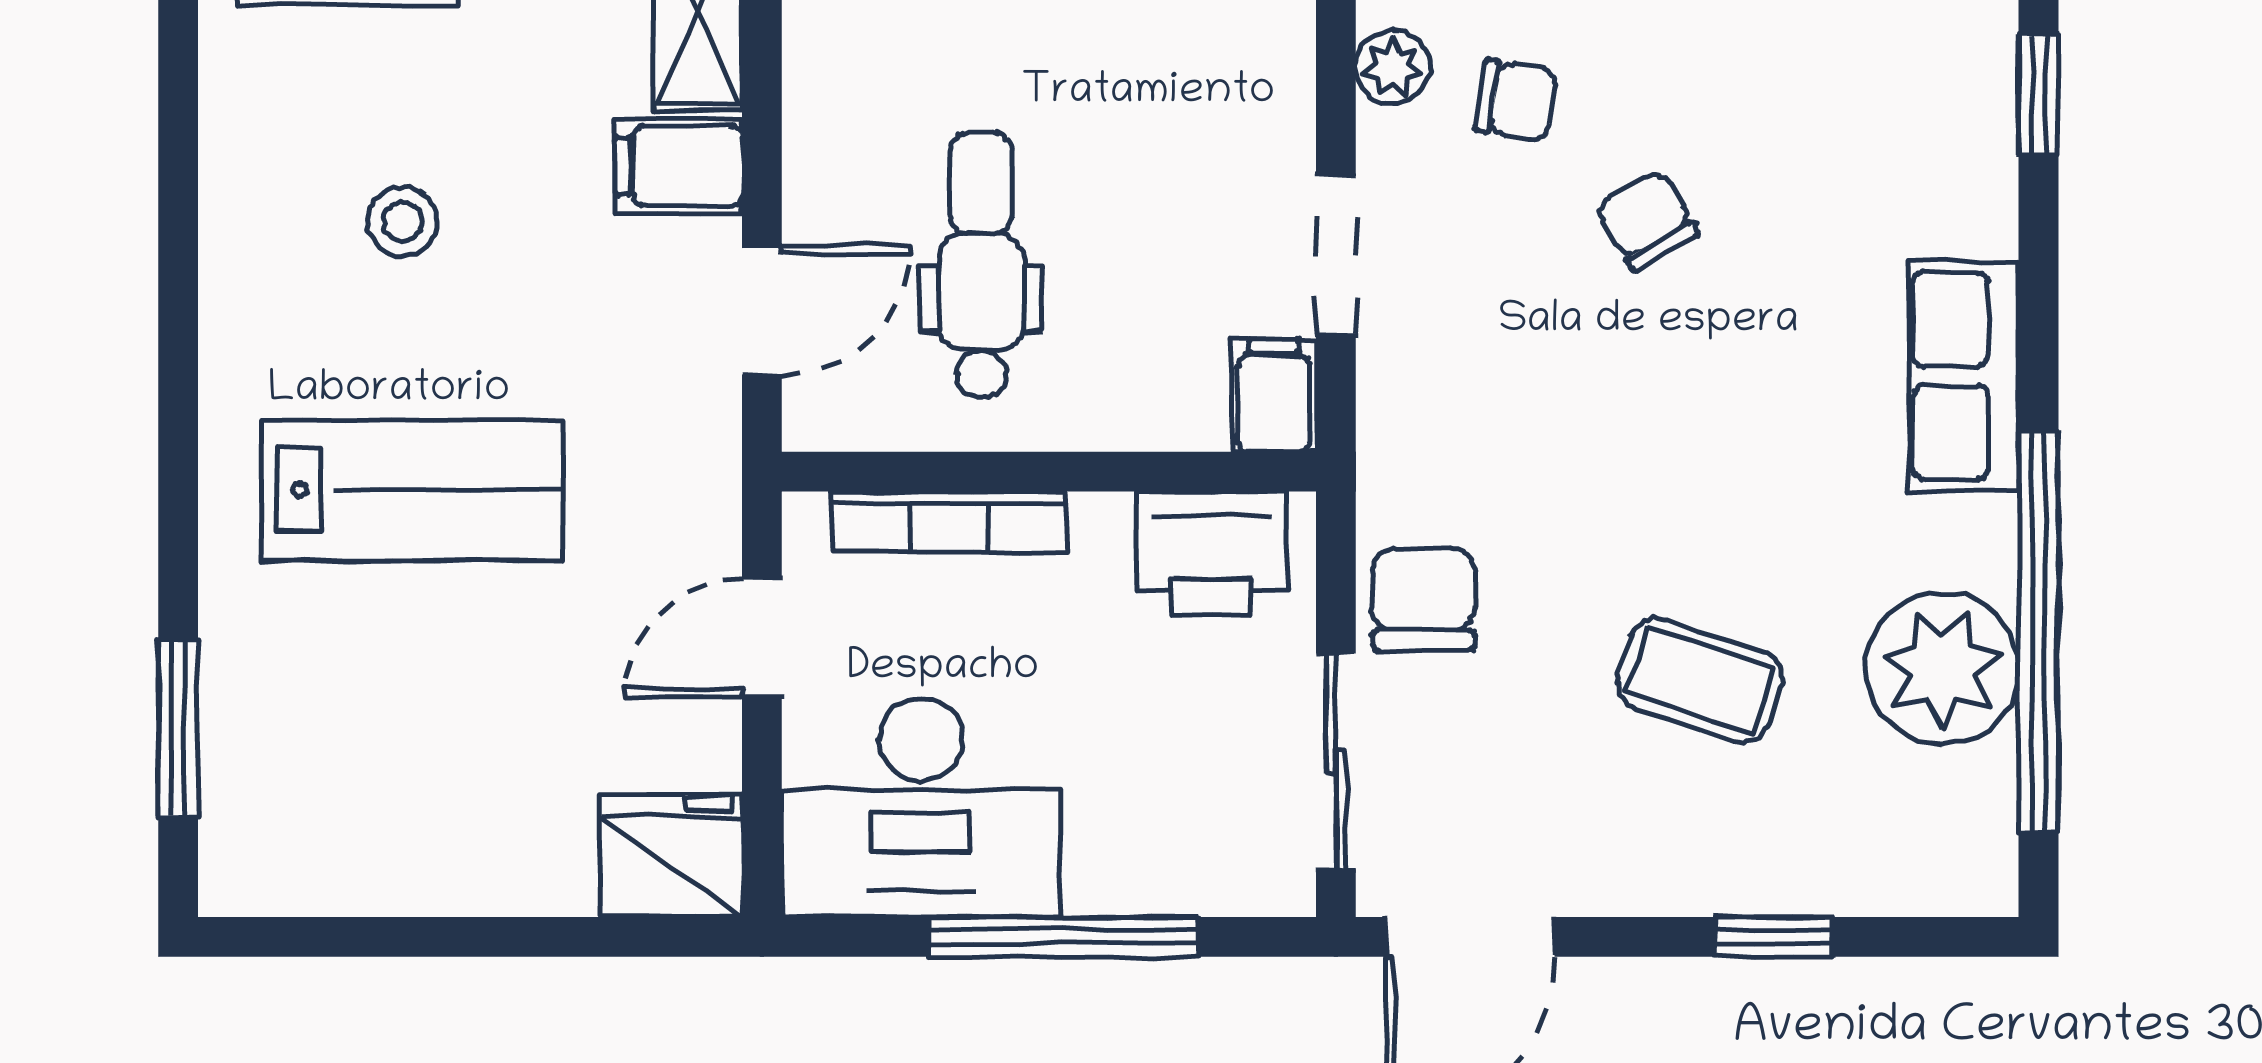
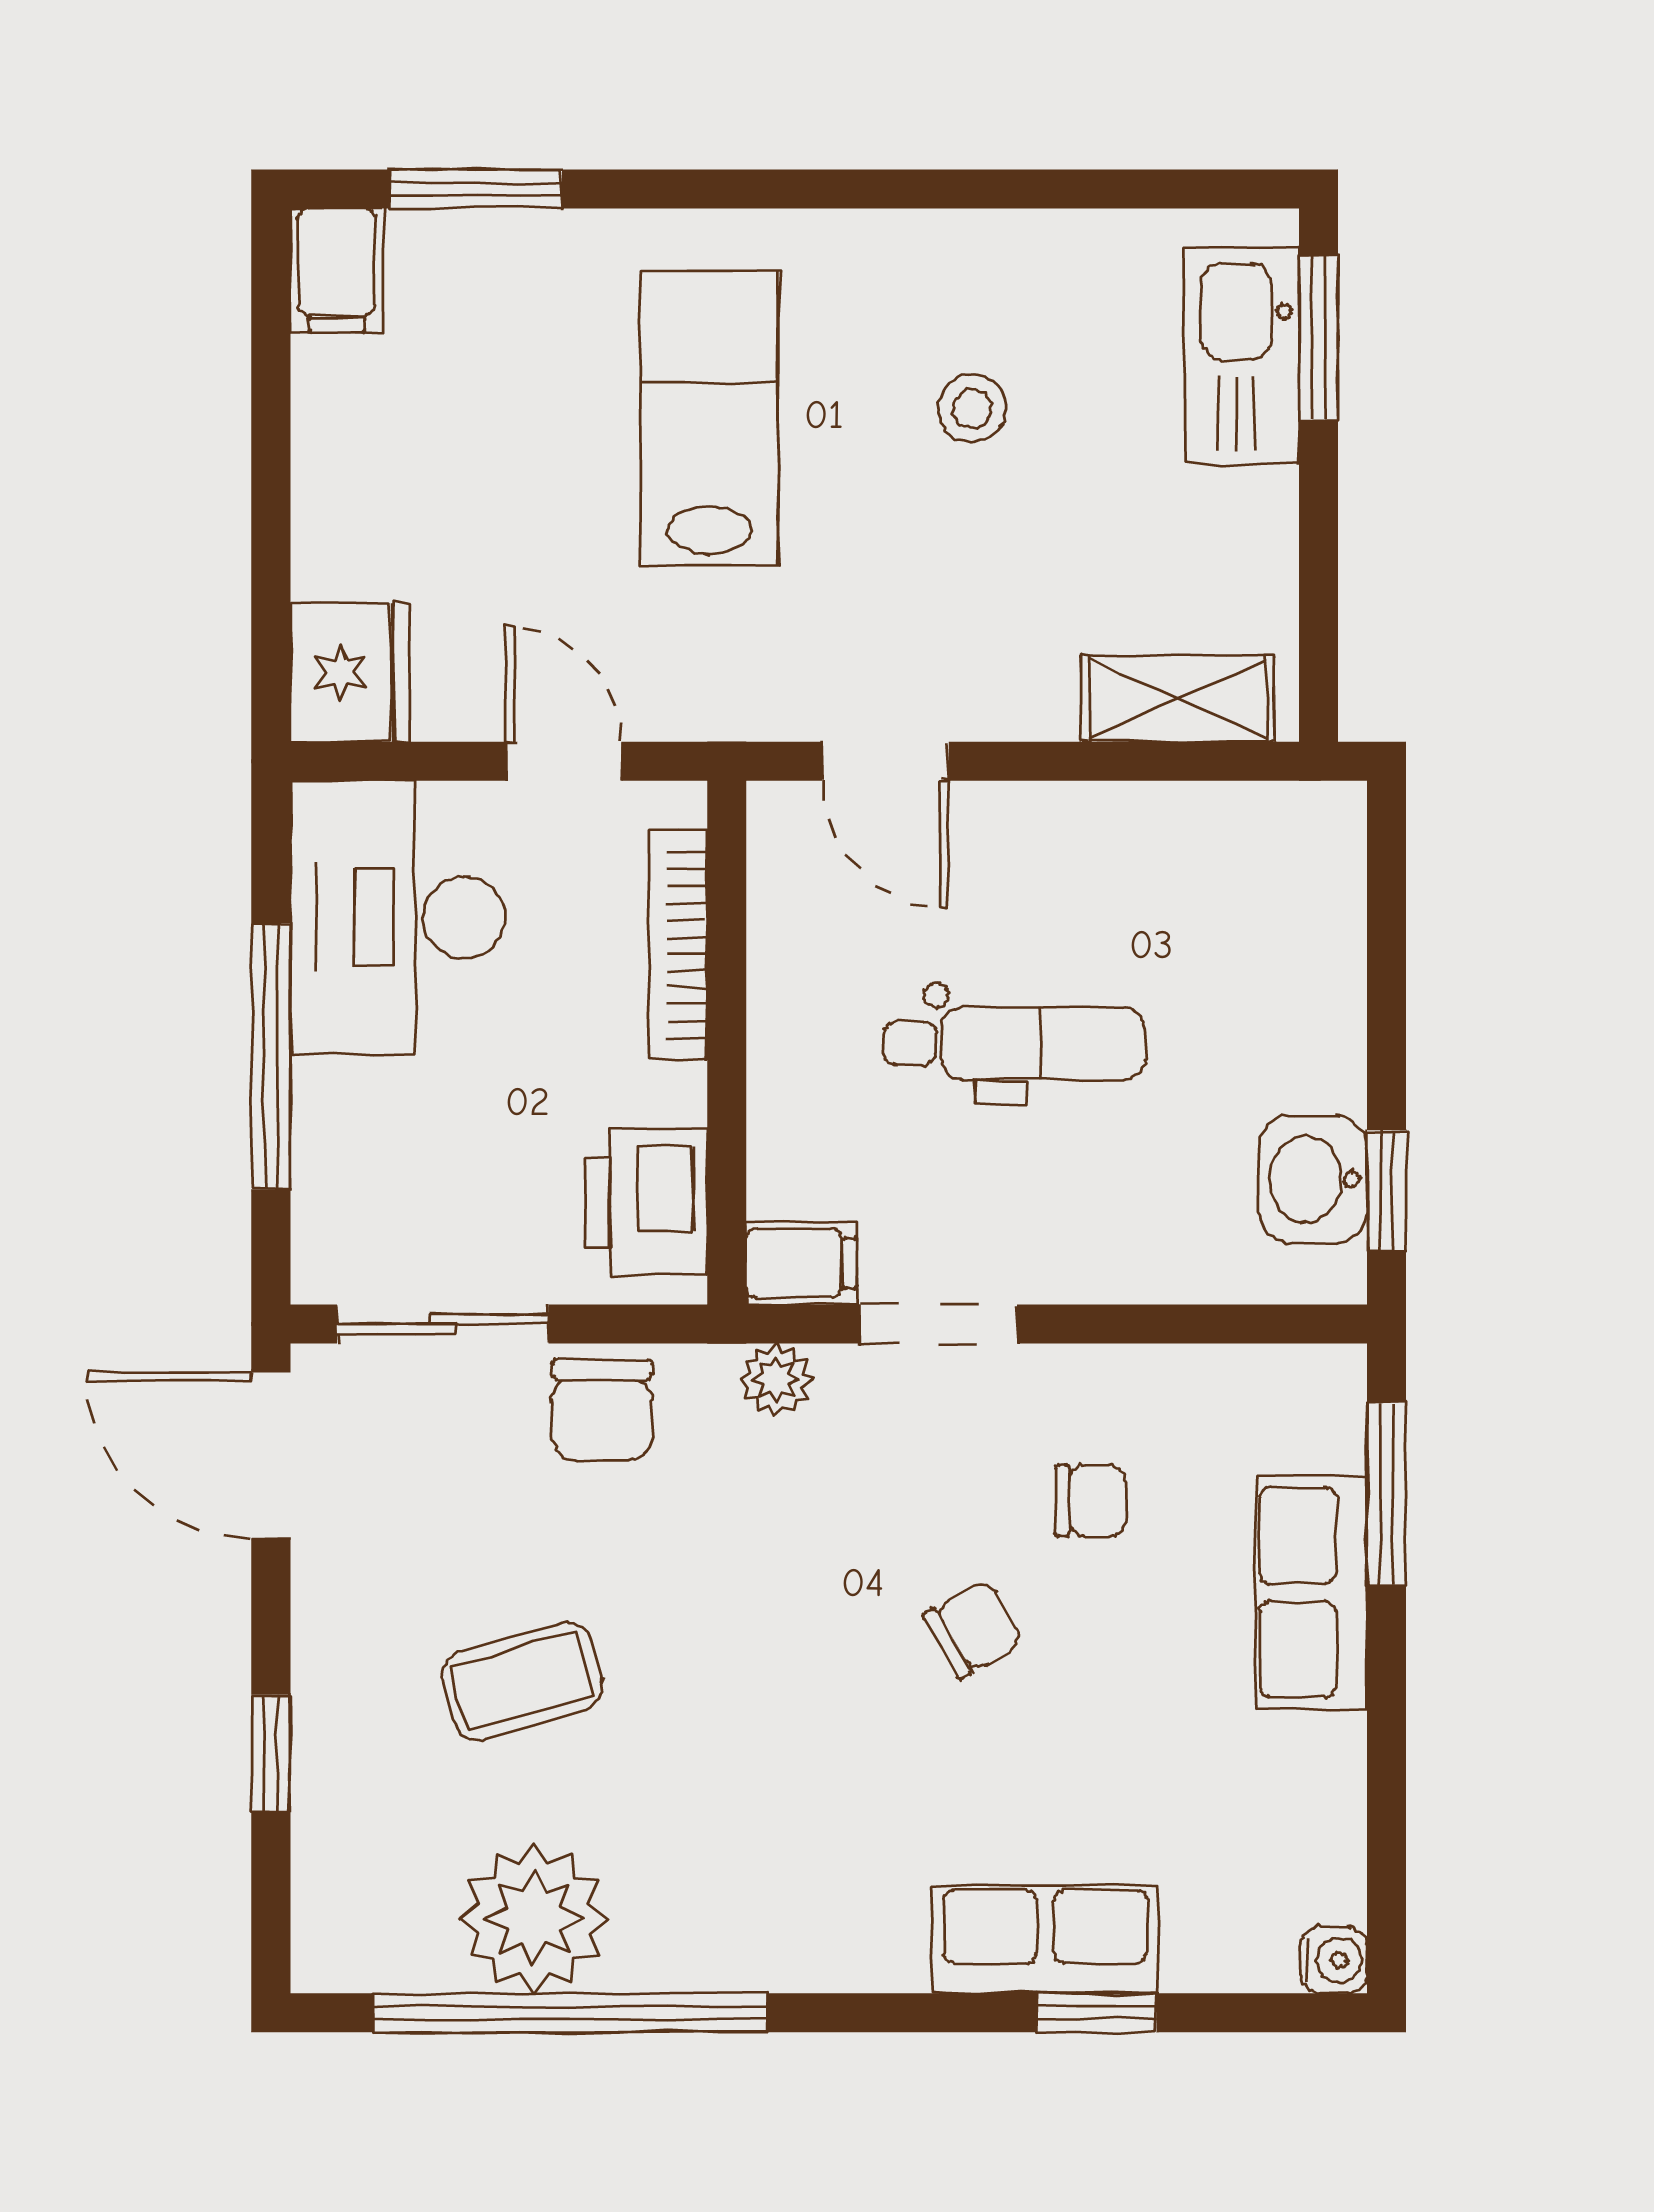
plant: (1393, 67) -> (776, 1380), moved
chair: (1516, 100) -> (1091, 1501), turned -99
filing cabinet: (679, 166) -> (337, 270), moved, turned 180
dental chair: (981, 266) -> (1014, 1043), moved
row of seats: (1964, 376) -> (1045, 1939), moved
lab bench: (412, 490) -> (709, 418), turned 180
chair: (1423, 599) -> (602, 1410), turned 90
coffee table: (1700, 680) -> (522, 1681), turned 56

